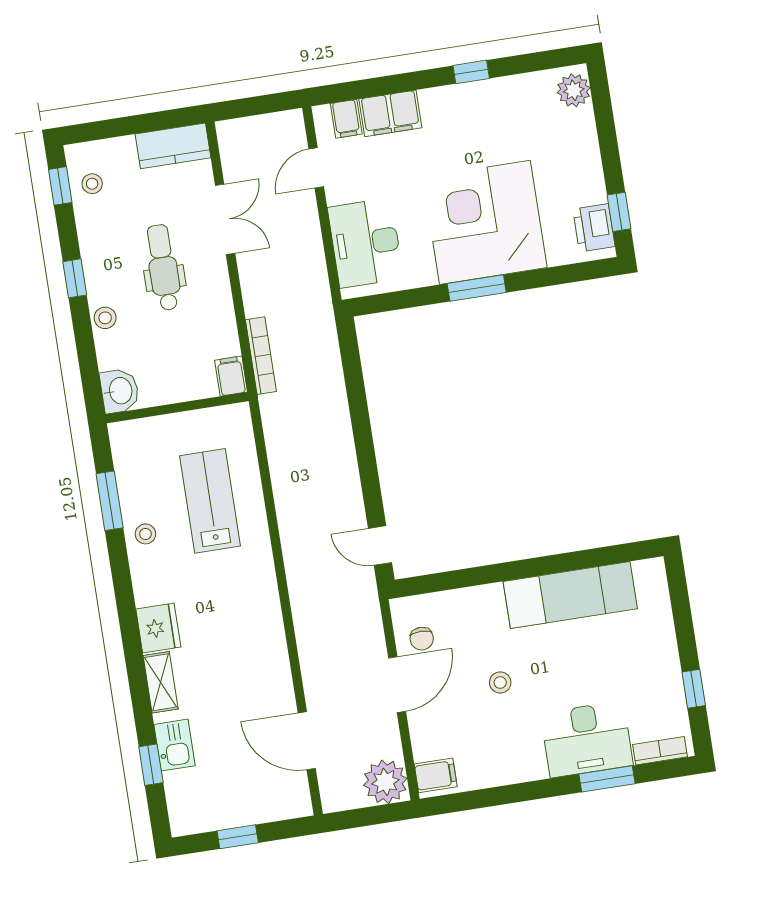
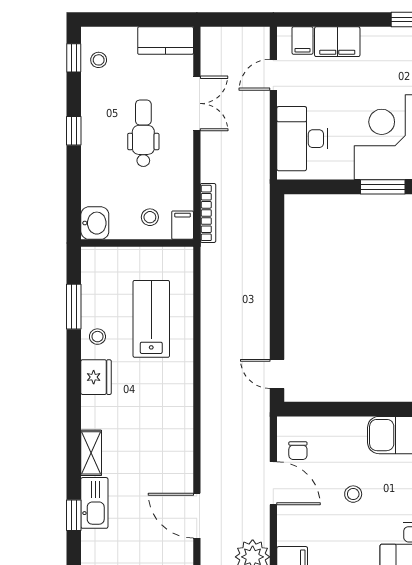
stool: (105, 318) -> (150, 217), moved
fridge: (158, 628) -> (96, 377), moved
door: (397, 685) -> (273, 483), hinge flipped
kitchen sink: (175, 745) -> (94, 503), width x1.38

